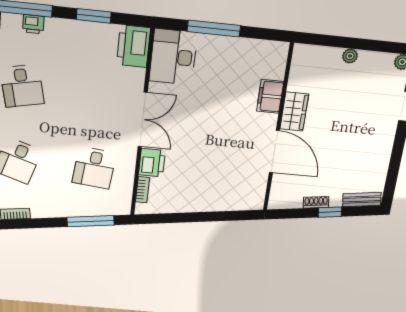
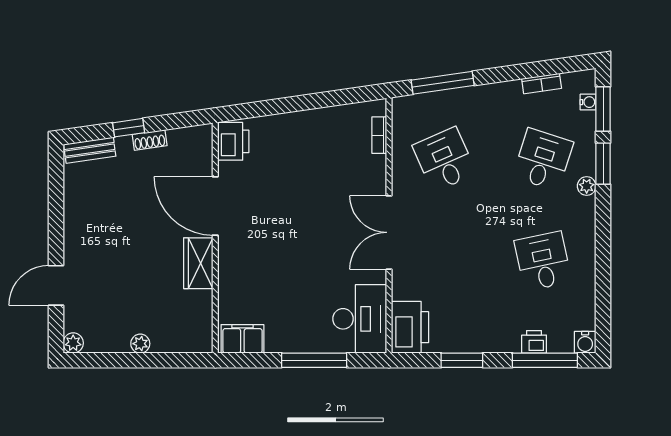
filing cabinet: (270, 96) -> (242, 339), moved, turned -90
printer: (152, 163) -> (233, 141), moved, turned 180
desk: (94, 168) -> (444, 160), turned -30

